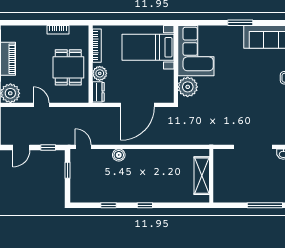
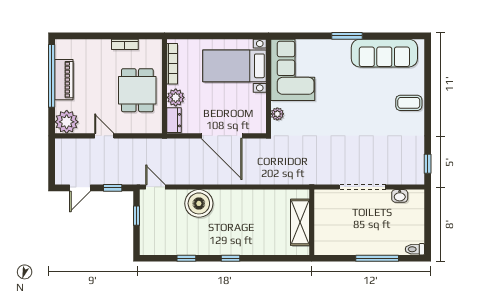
plant: (188, 87) -> (277, 114), width x0.53, depth x0.53
door: (137, 105) -> (222, 136), hinge flipped
boiler: (119, 155) -> (199, 203), width x1.86, depth x1.86

